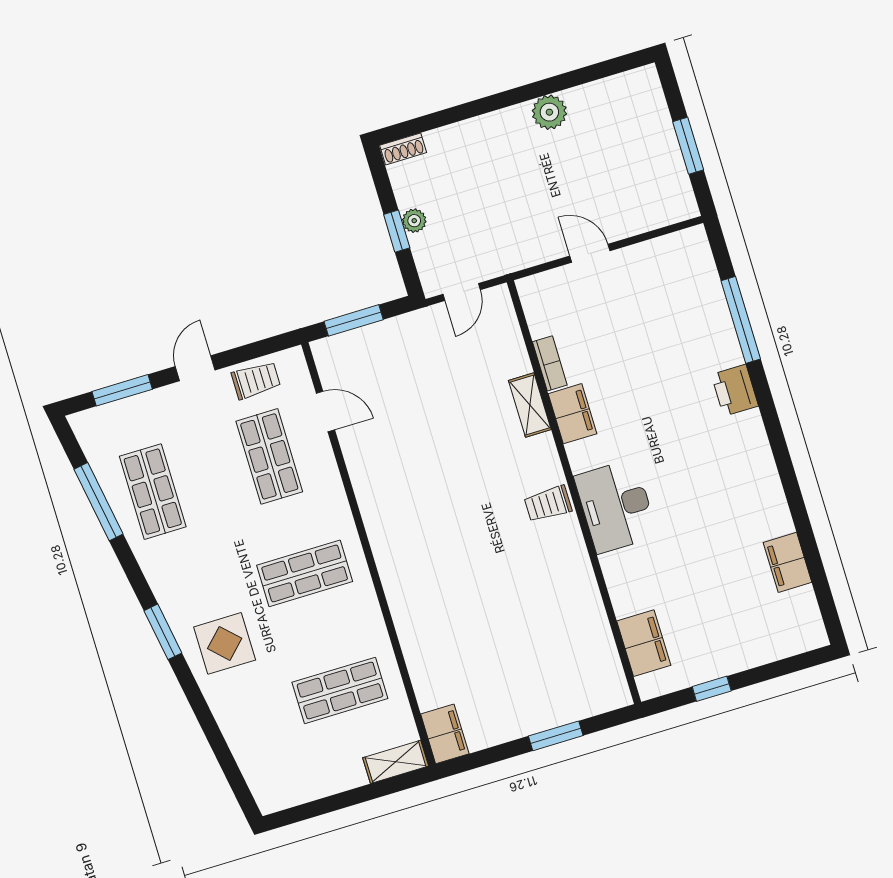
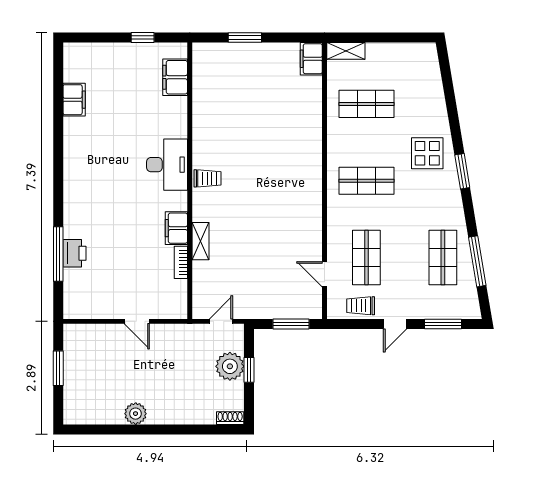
plant: (414, 221) -> (230, 366), width x1.87, depth x1.87
printer: (735, 390) -> (75, 253), moved

